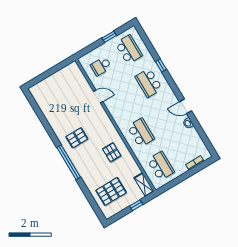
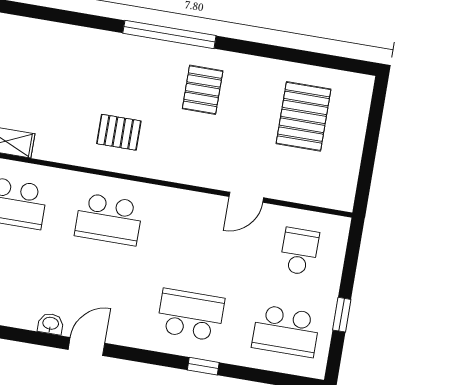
pallet: (111, 191) -> (304, 116), moved

